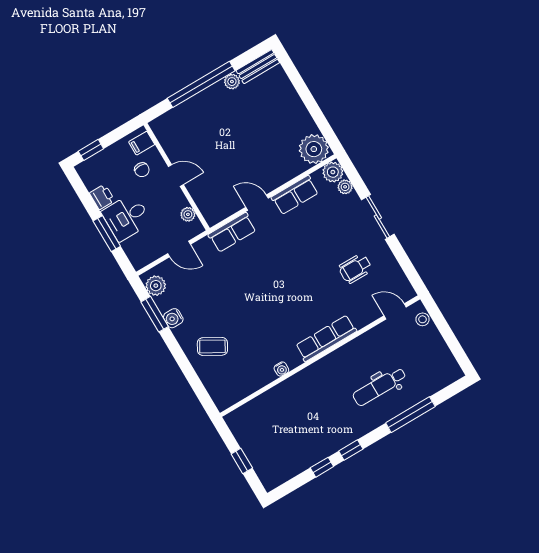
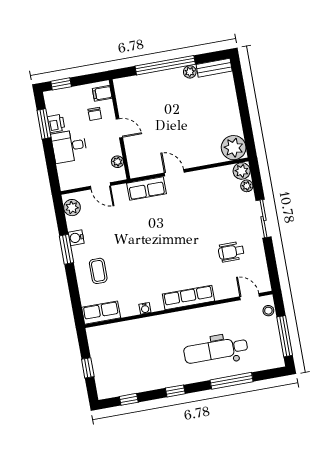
row of seats: (295, 195) -> (101, 313), moved, turned 180
window: (107, 234) -> (44, 124), moved
window: (155, 314) -> (66, 249), moved
window: (452, 341) -> (285, 336), added
coffee table: (212, 346) -> (98, 271), turned 60
dental chair: (379, 387) -> (216, 350), width x1.36, depth x1.38
window: (322, 467) -> (129, 399), moved

